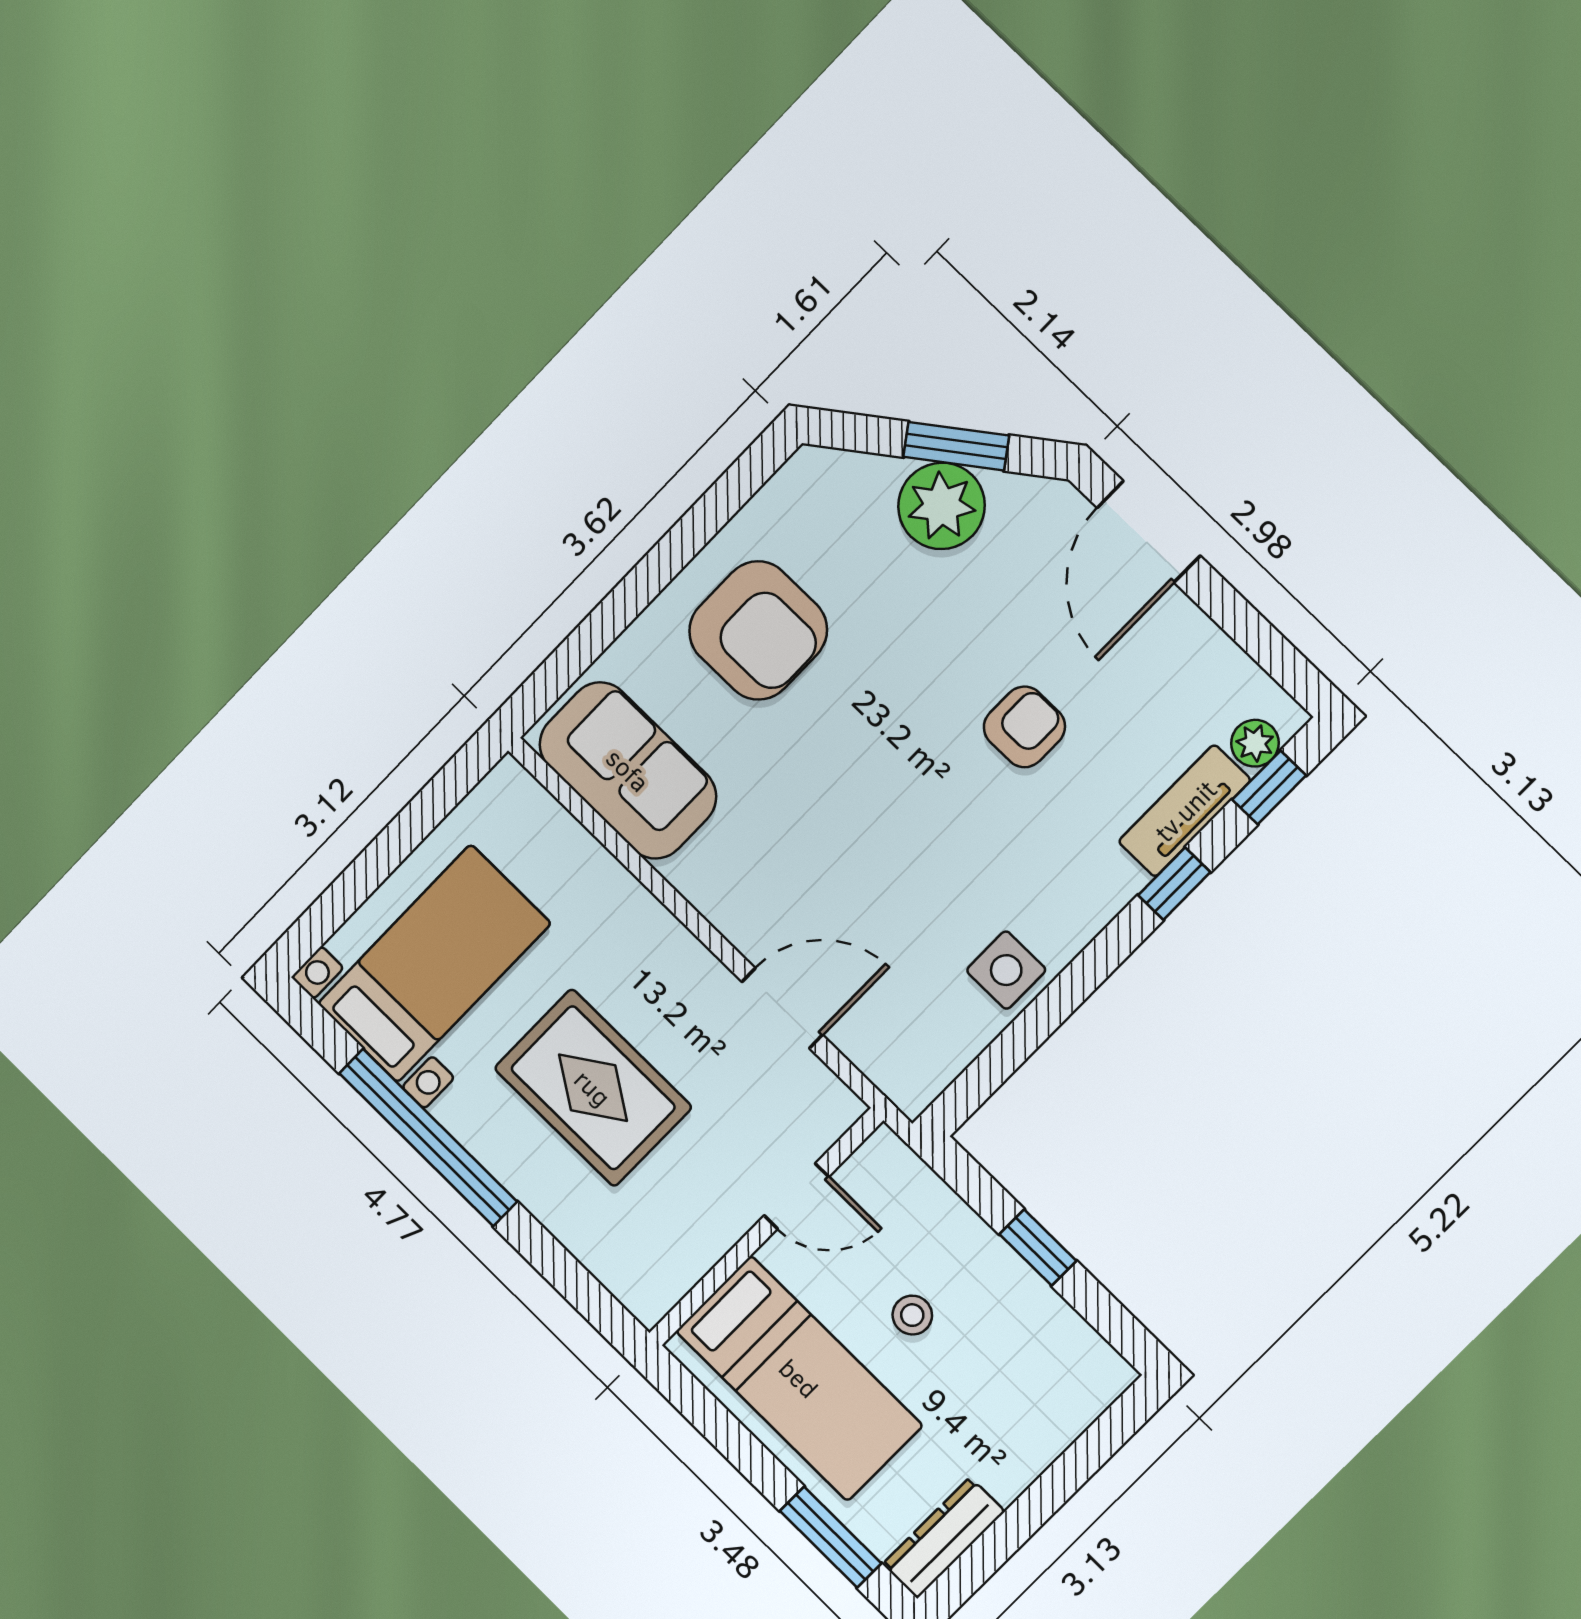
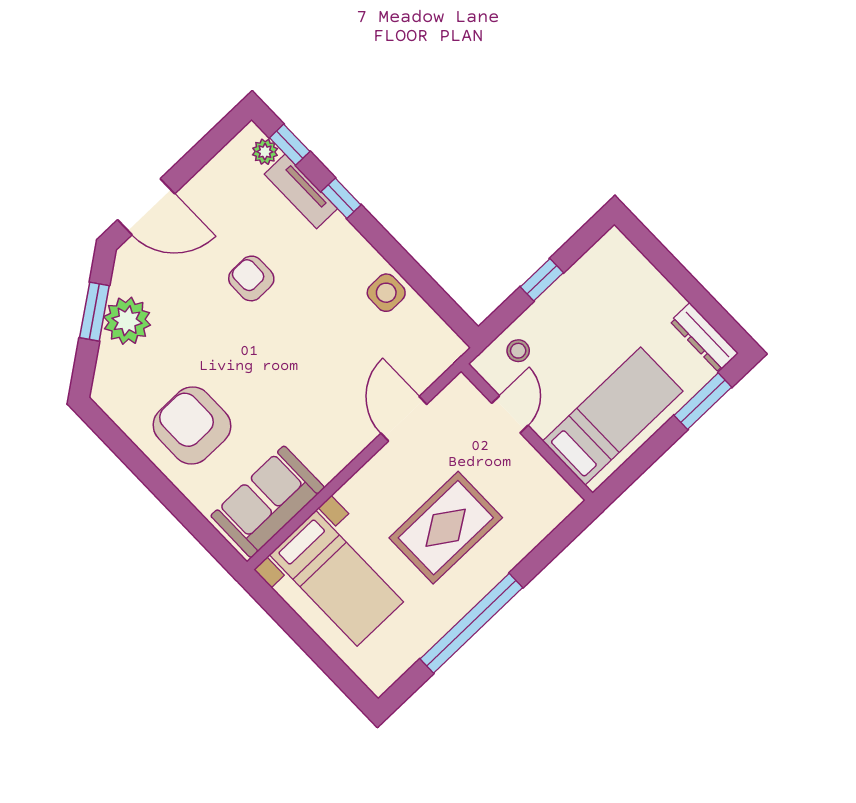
armchair: (758, 630) -> (192, 426), turned -90
bed with nightstands: (434, 964) -> (336, 578), moved, turned 180
stool: (912, 1315) -> (518, 351), moved

